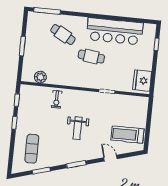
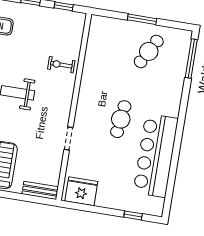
cafe table: (63, 34) -> (149, 51), moved
plant: (40, 77) -> (95, 43), removed
bench: (143, 109) -> (40, 190), added

